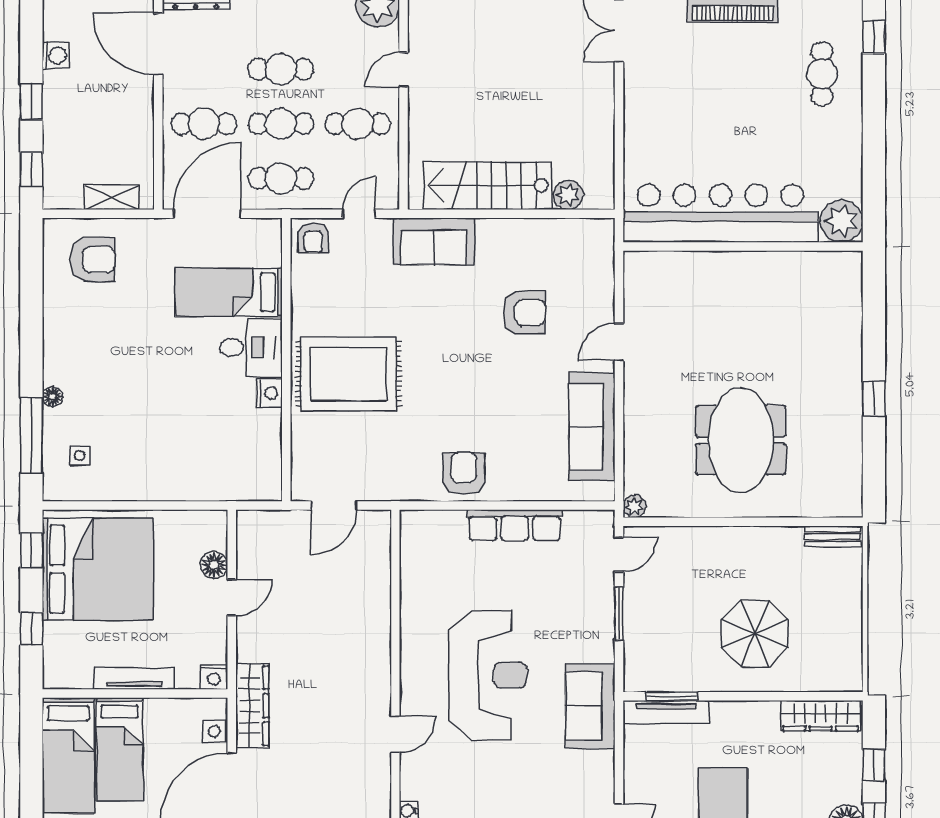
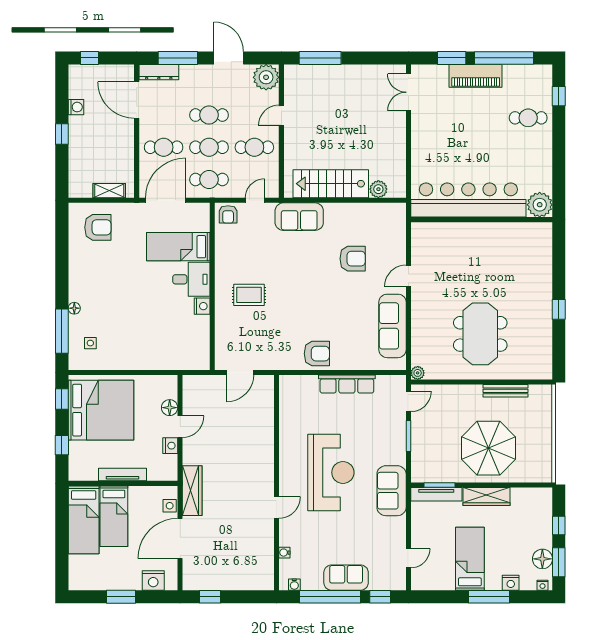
cafe table: (822, 74) -> (528, 118), turned 90
window: (31, 169) -> (62, 174), removed
rug: (349, 374) -> (249, 295), width x0.54, depth x0.49
armchair: (464, 474) -> (317, 354), turned 90
bench: (833, 537) -> (505, 391), moved, width x1.36
parasol: (755, 634) -> (489, 448), width x1.36, depth x1.36
nightstand: (214, 677) -> (170, 446), moved, turned -90
wardrobe: (821, 716) -> (487, 496), moved

